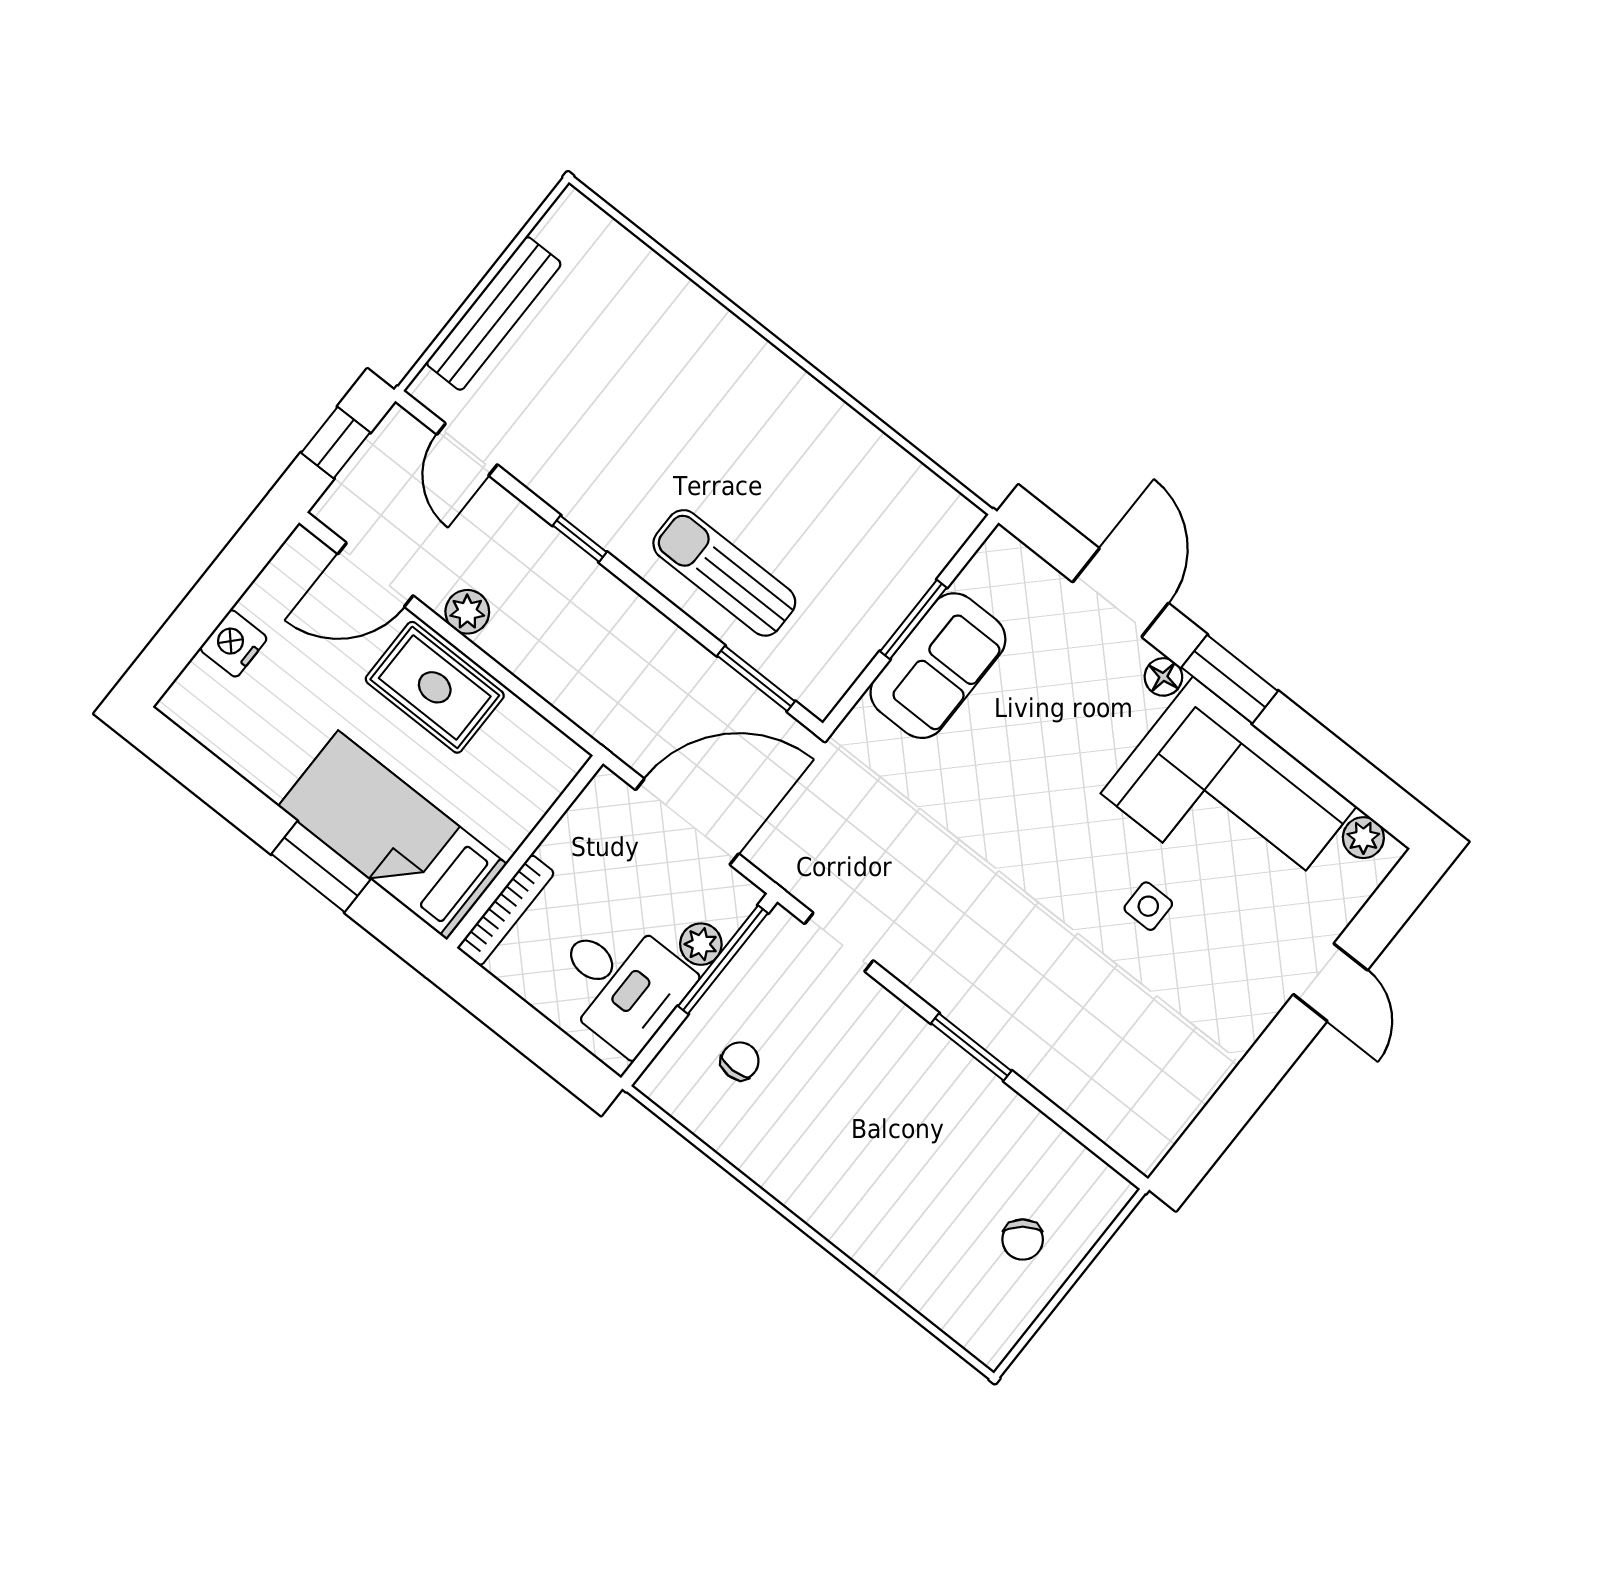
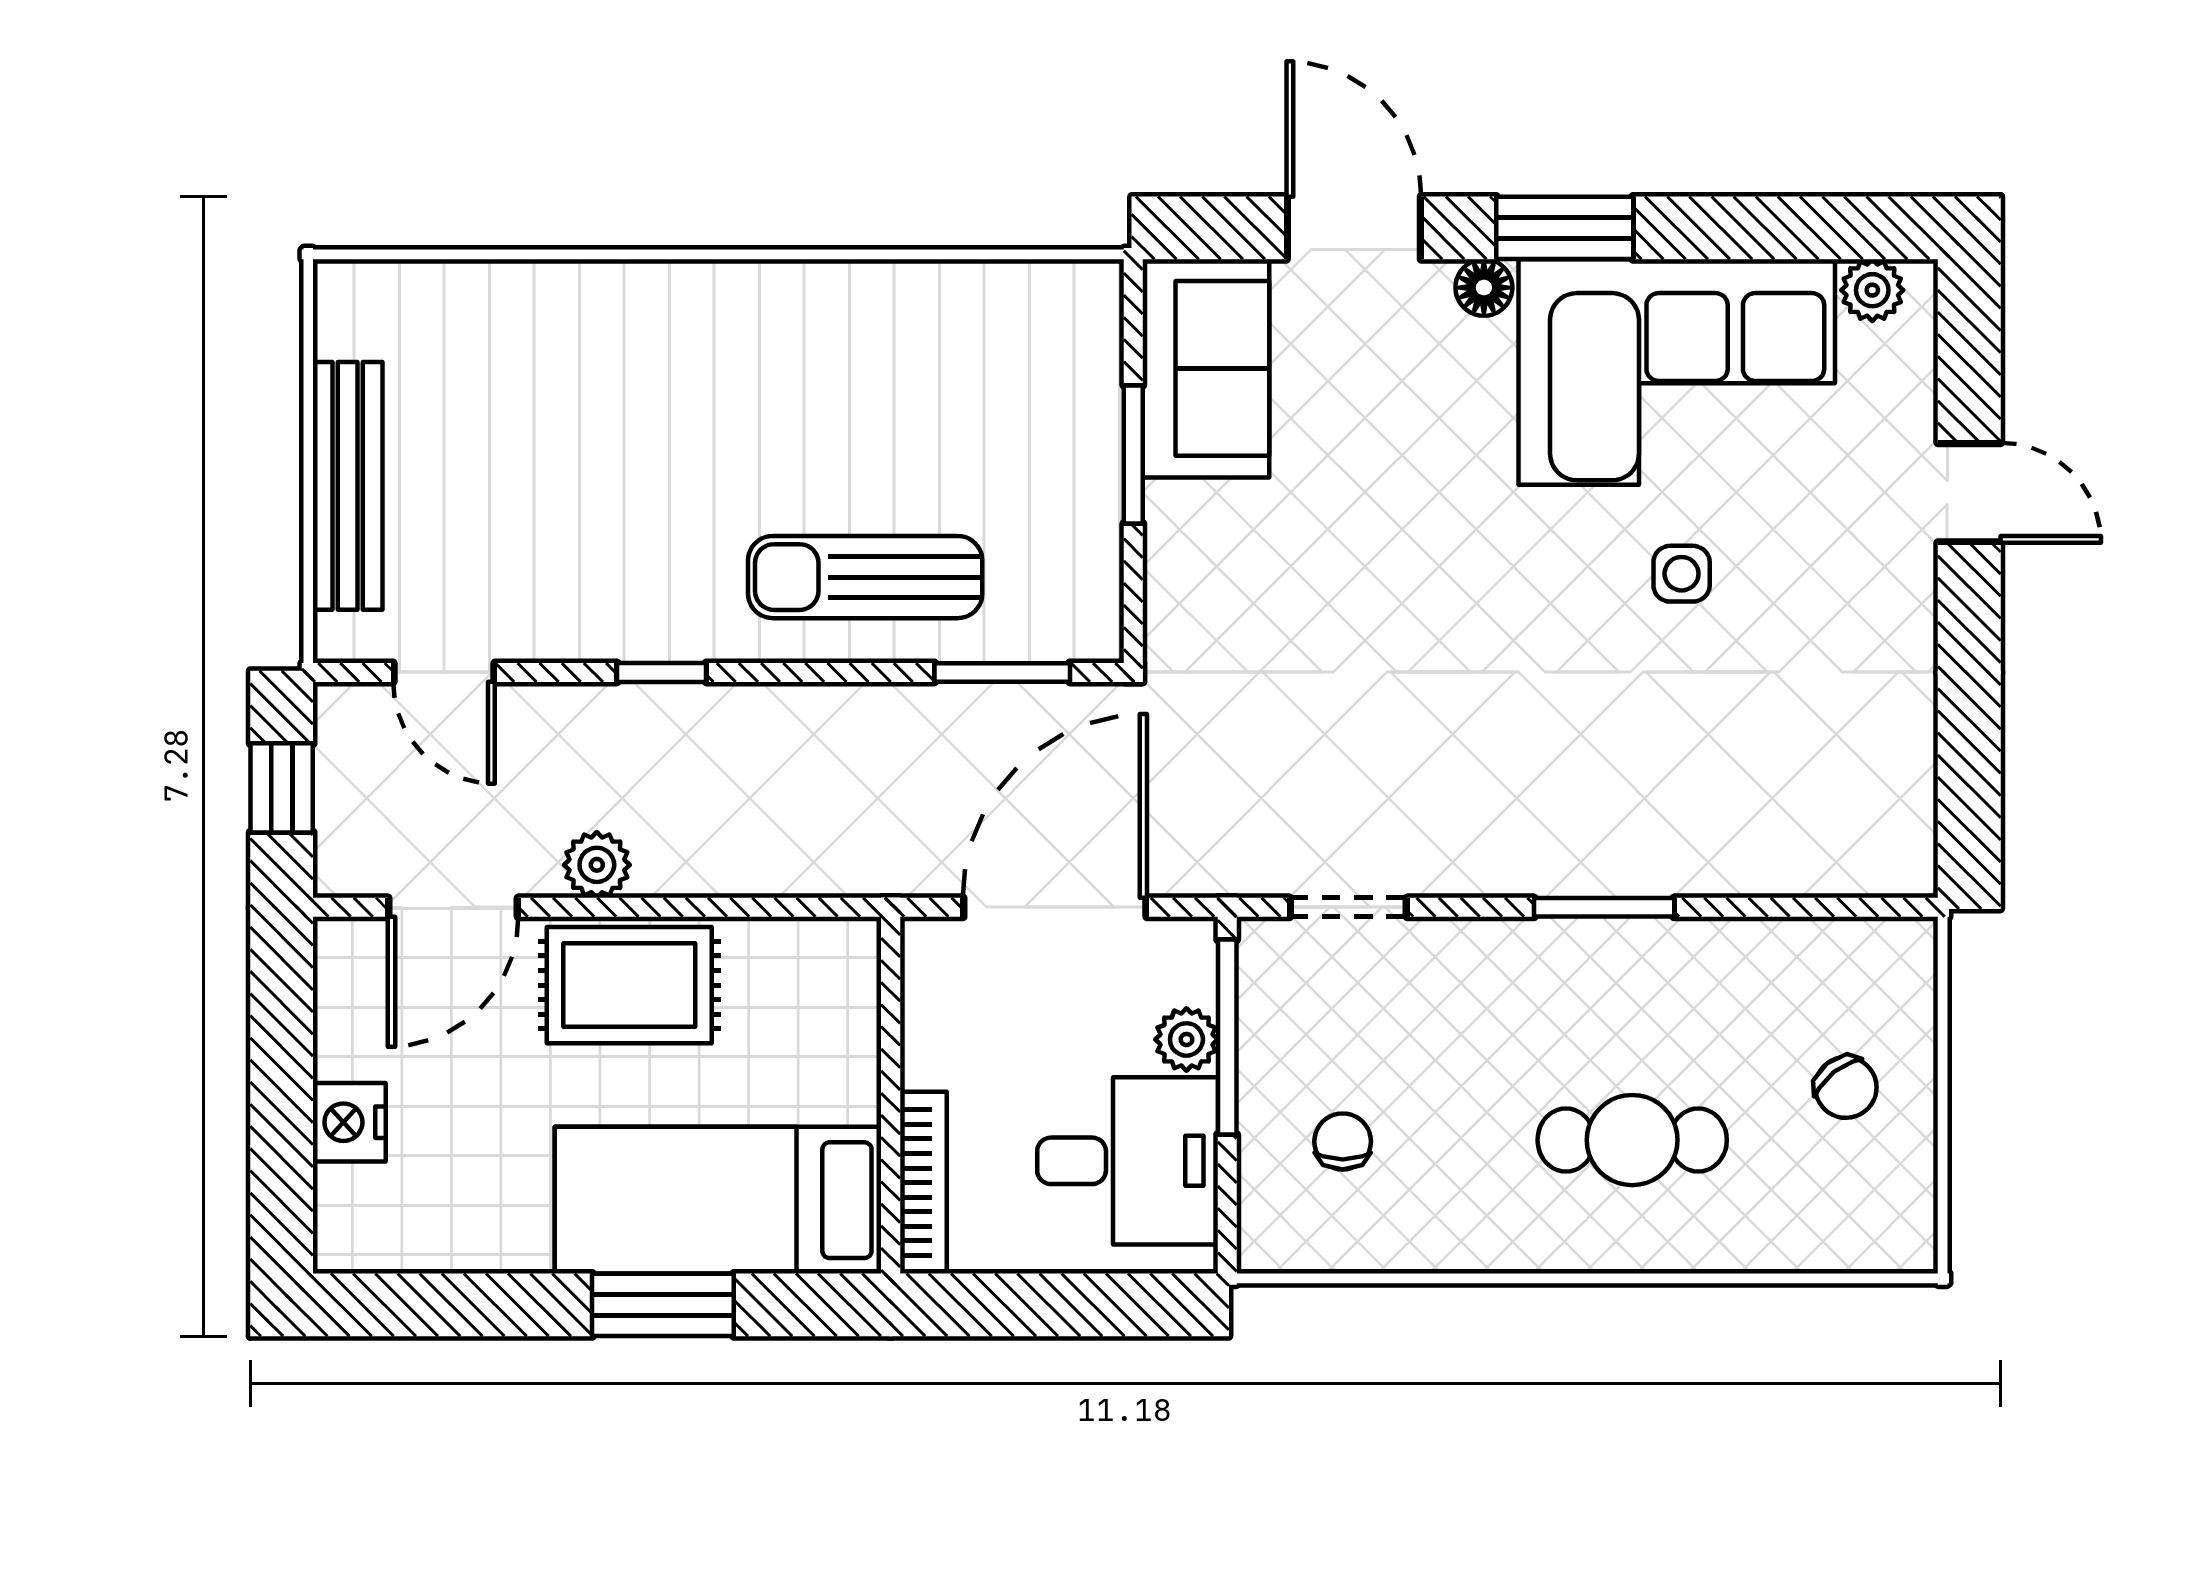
sofa: (938, 666) -> (1206, 368), moved
cafe table: (890, 1179) -> (1632, 1140), added

